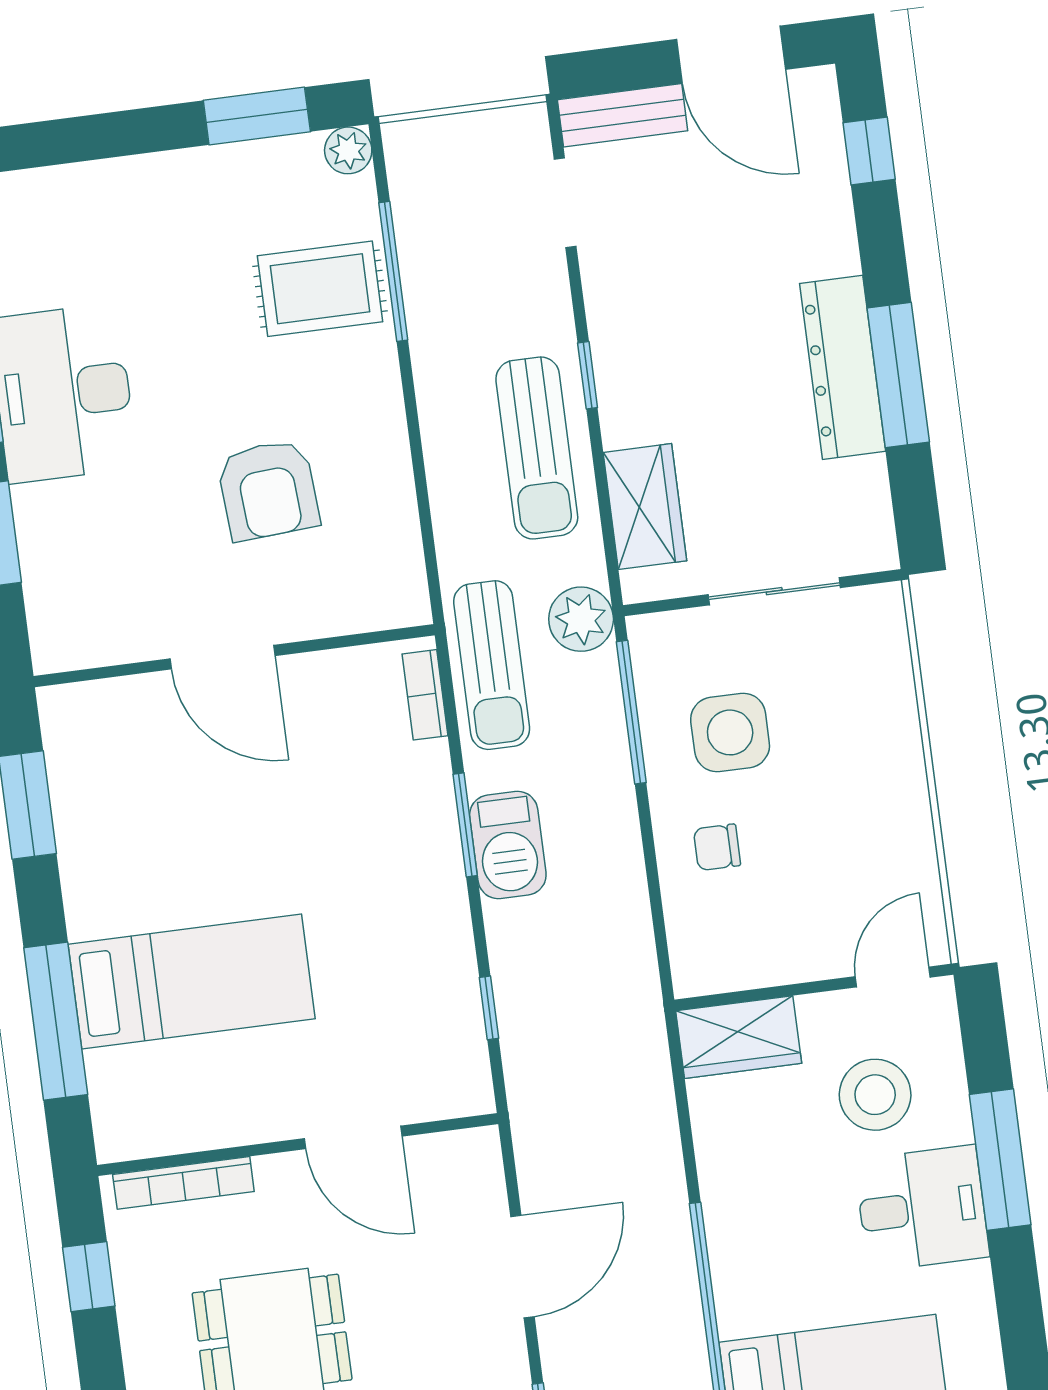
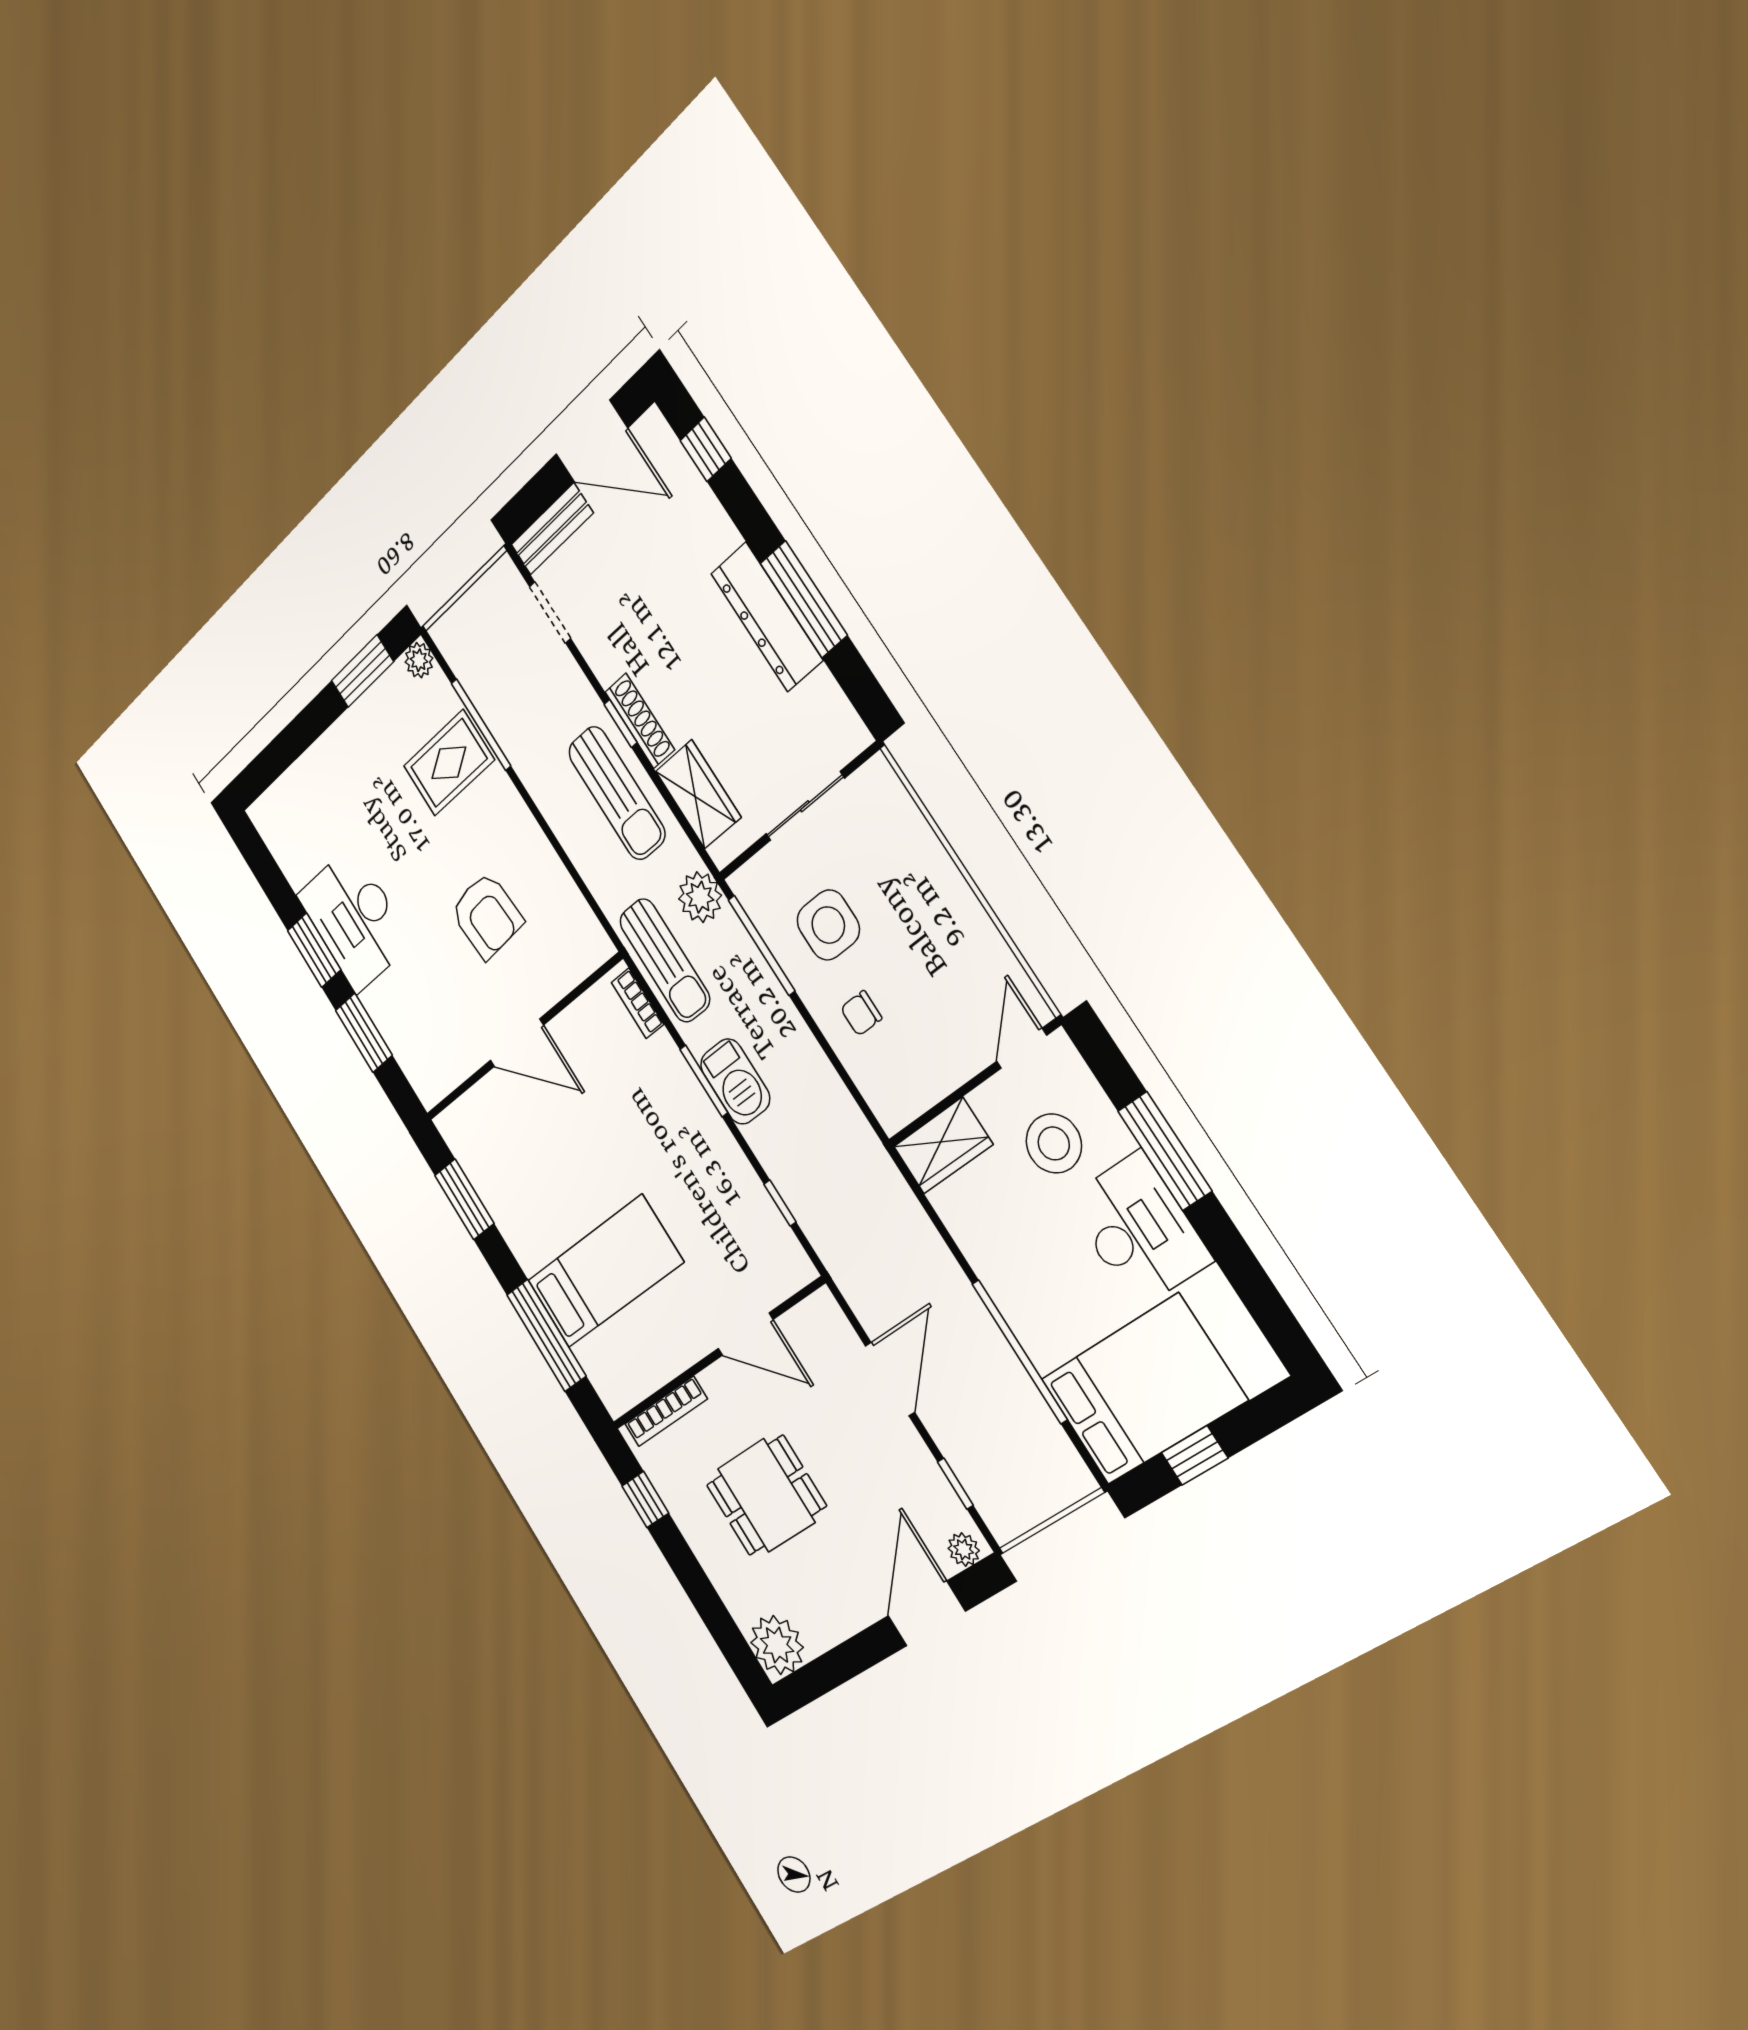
shoe rack: (615, 386) -> (640, 721), added
desk: (922, 1208) -> (1139, 1230), width x1.37

